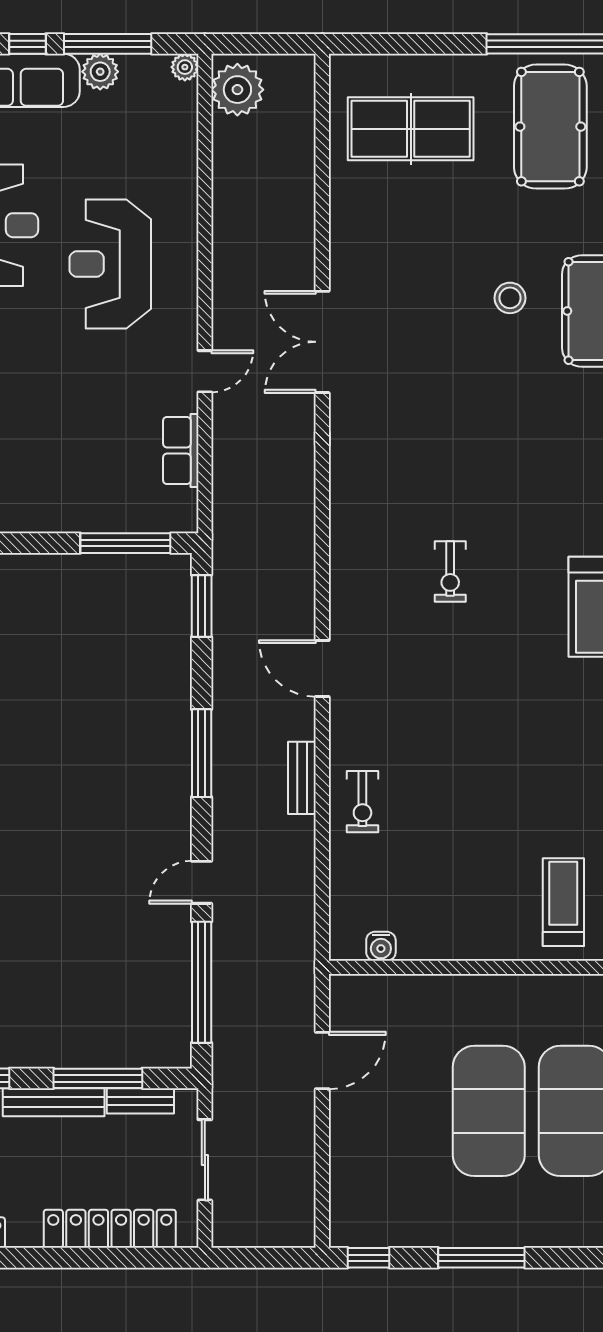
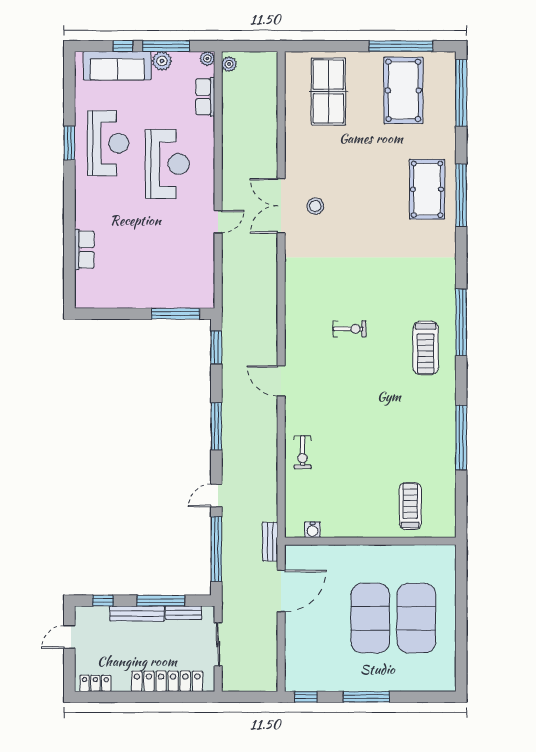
plant: (237, 90) -> (229, 64), width x0.53, depth x0.53
table tennis table: (411, 129) -> (328, 92), turned 90
reception desk: (110, 264) -> (167, 164), turned 180
stool: (510, 298) -> (315, 206), moved
row of seats: (181, 451) -> (205, 97), moved
exercise bike: (450, 571) -> (350, 329), turned -90
bench: (302, 778) -> (270, 542), moved
door: (322, 1061) -> (281, 591), width x1.36

